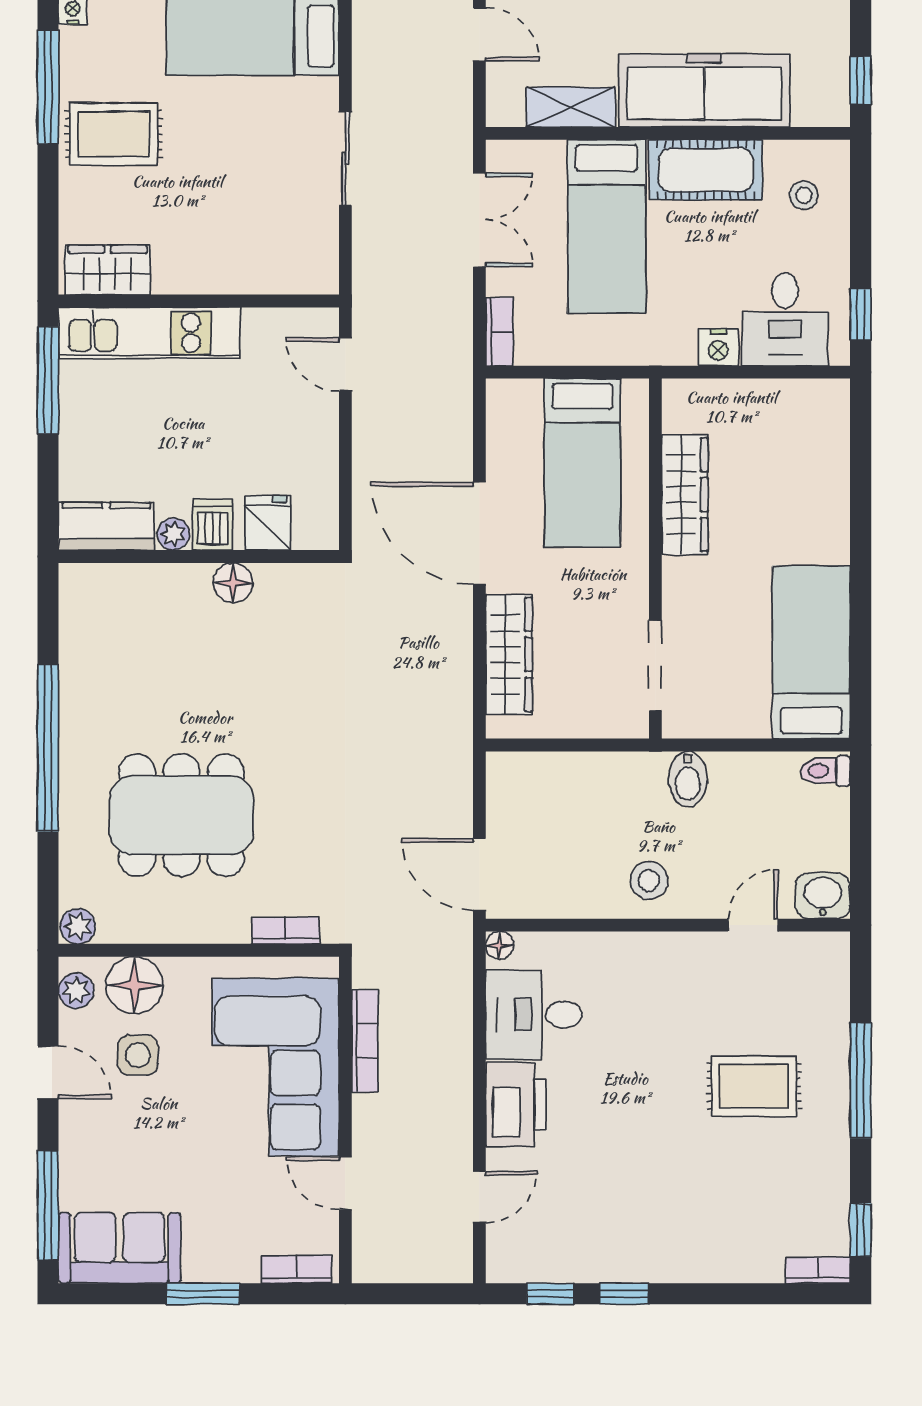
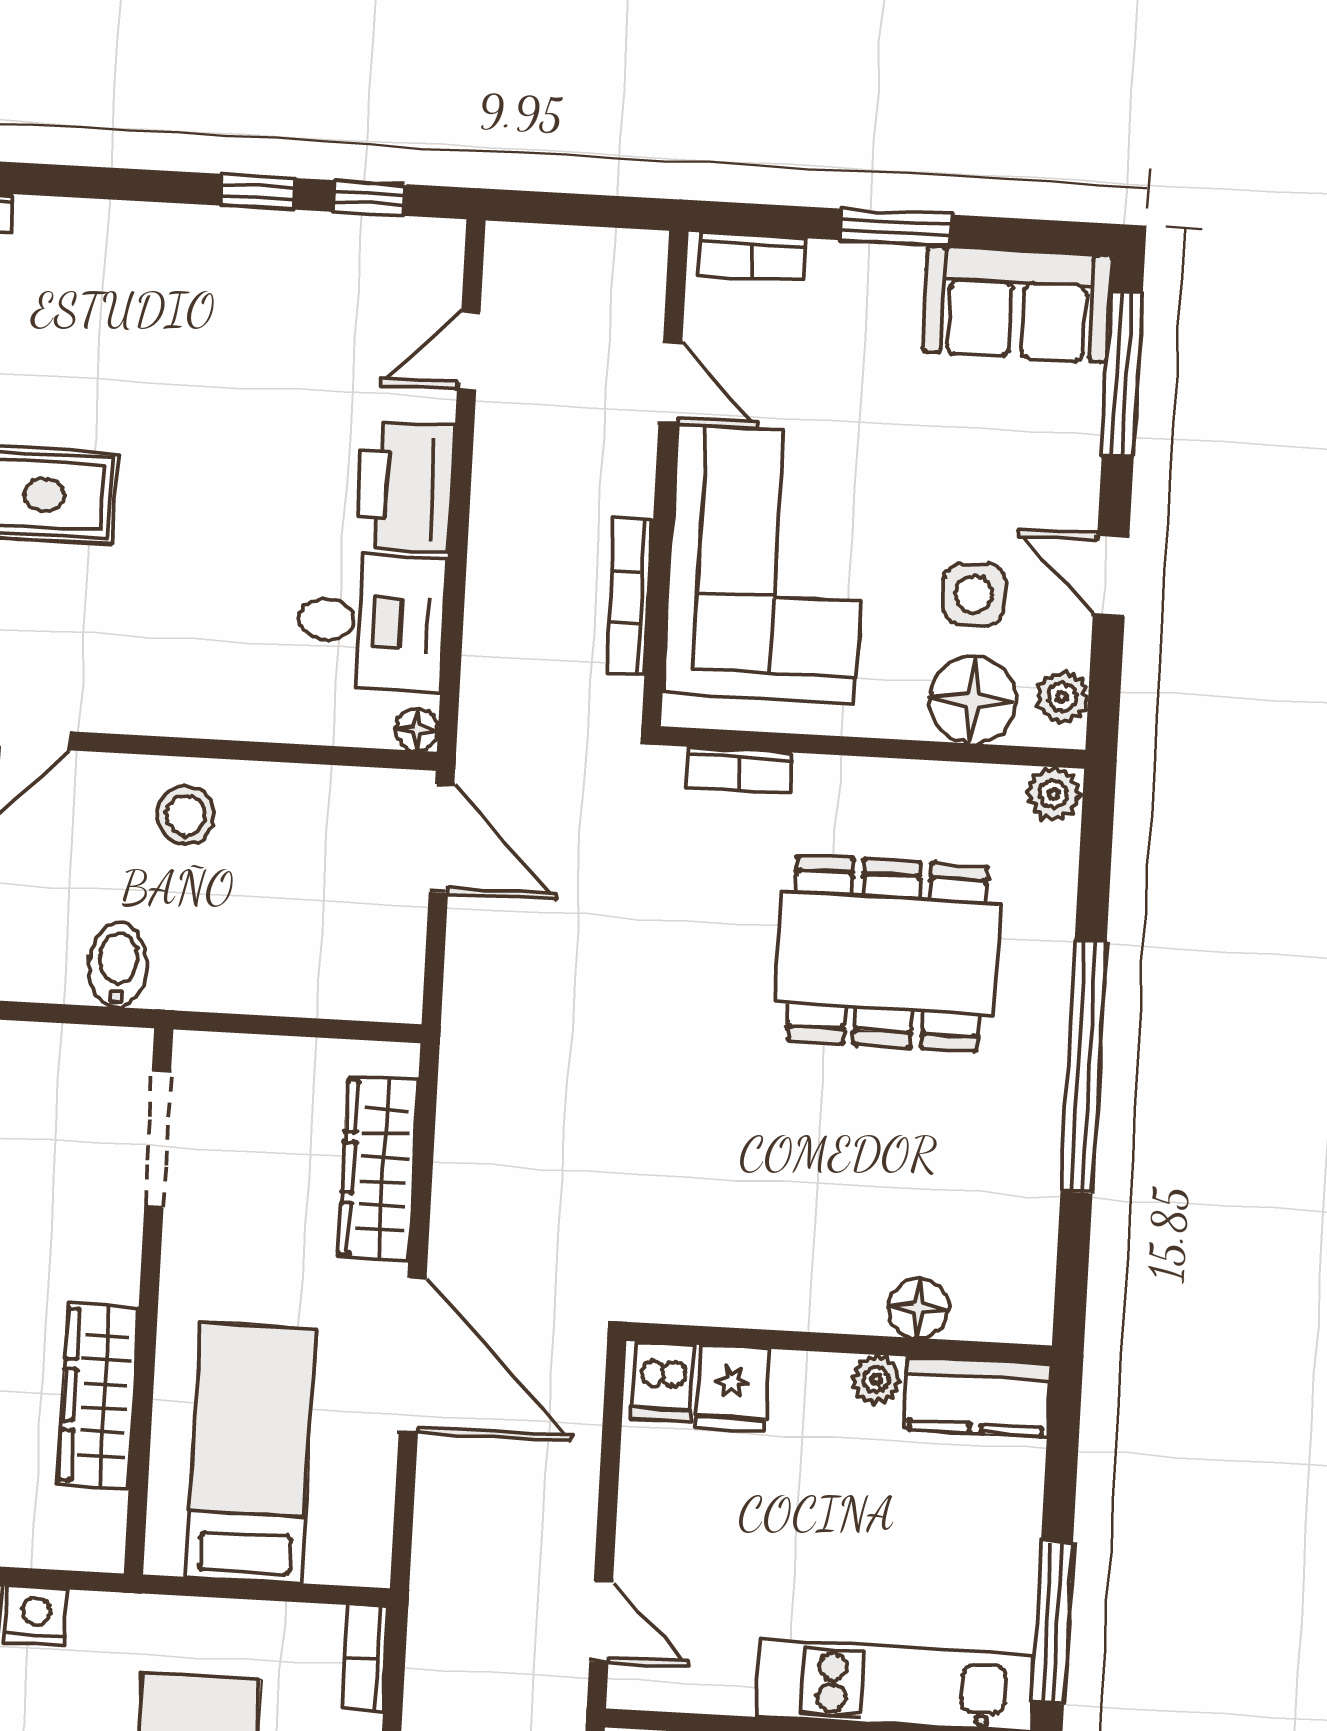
dishwasher: (213, 525) -> (663, 1382), moved
floor lamp: (233, 583) -> (918, 1308), moved

